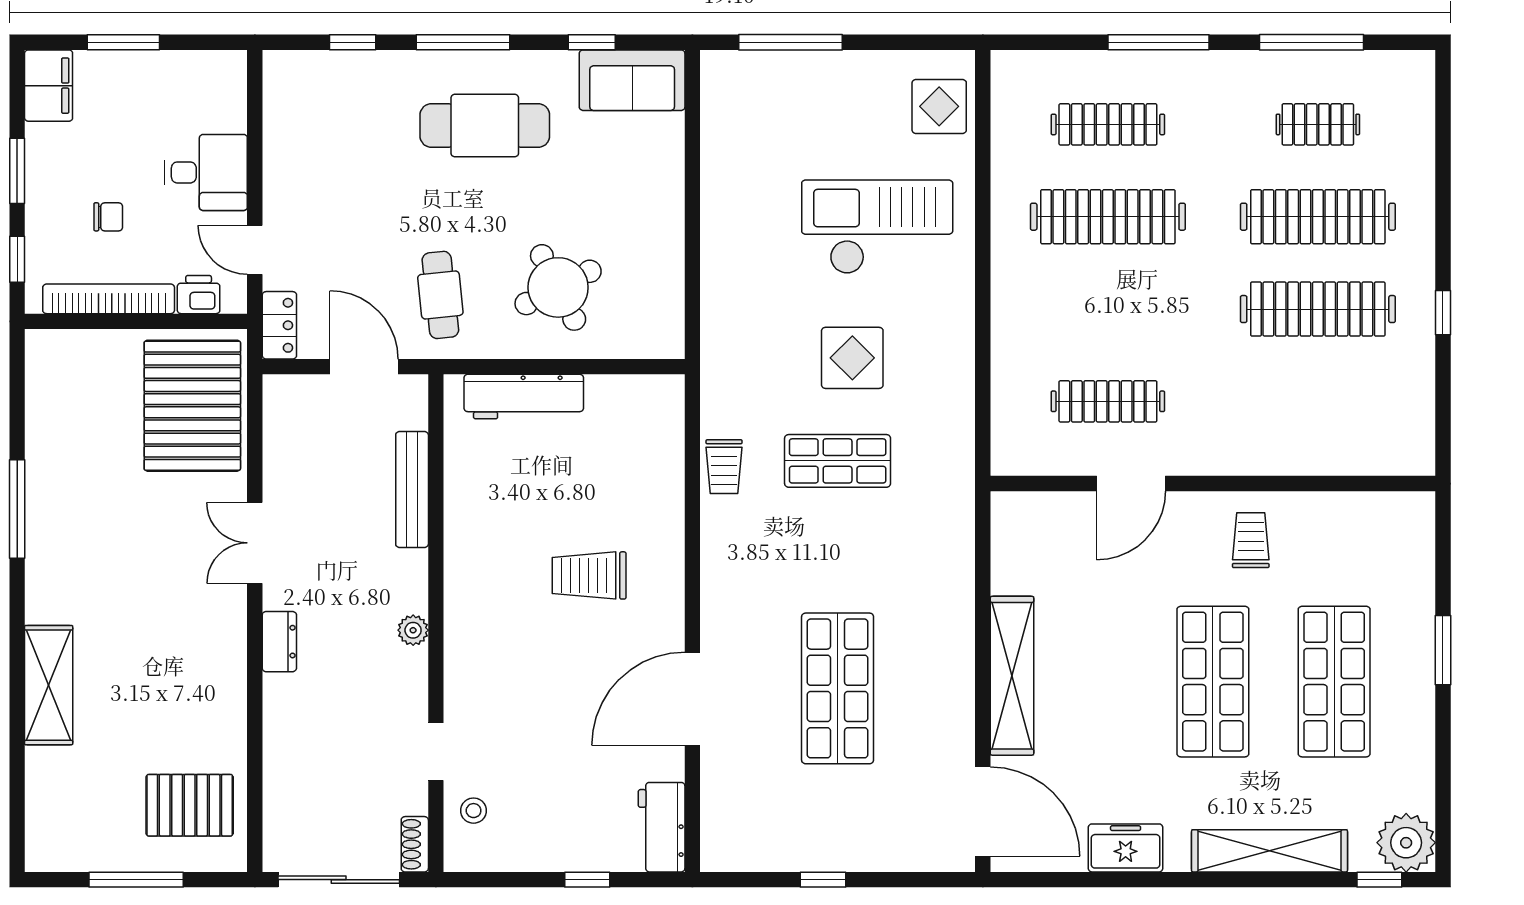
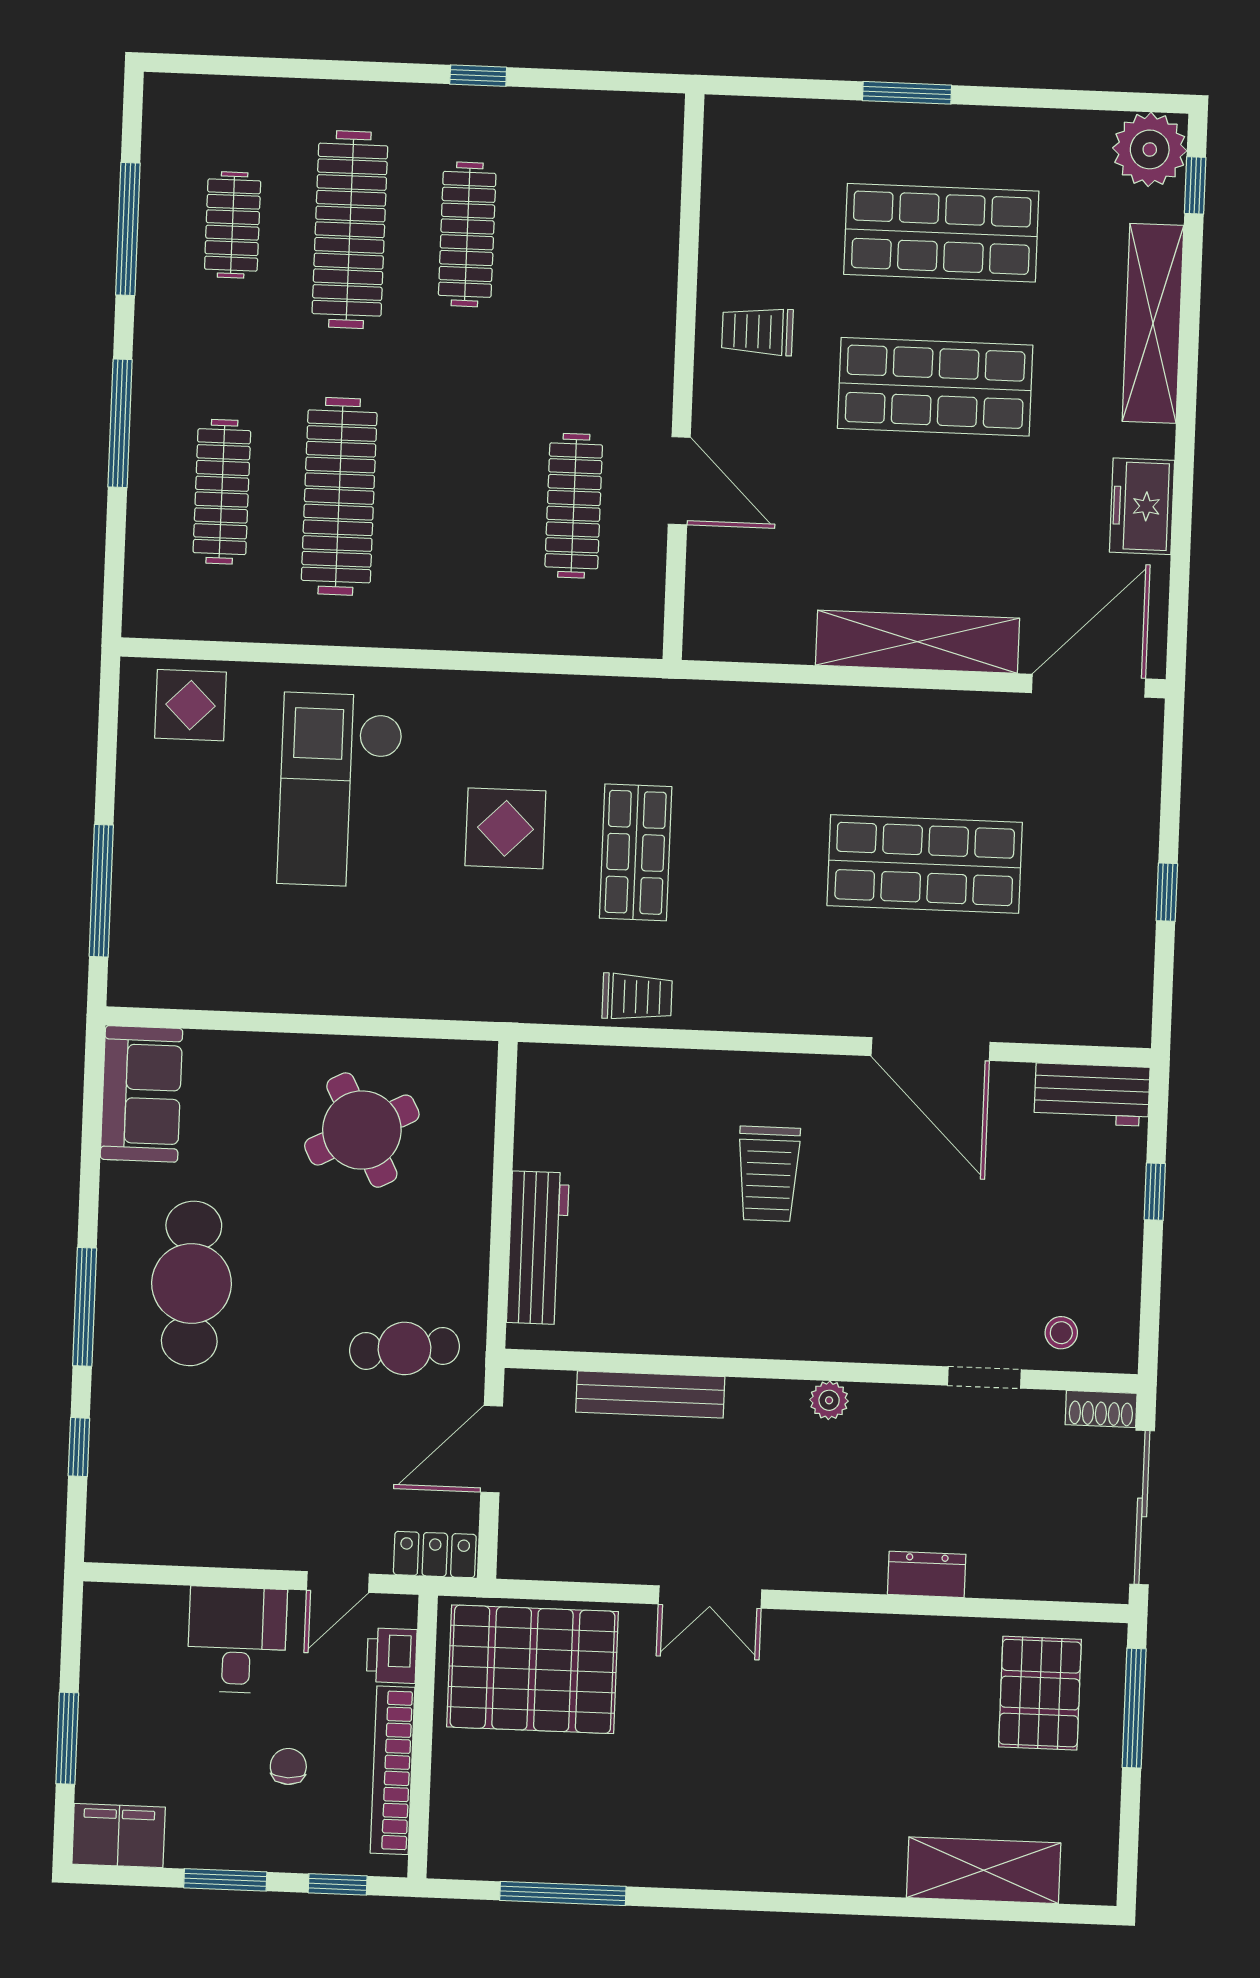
window: (592, 42) -> (91, 1143), removed
round table: (558, 287) -> (362, 1130), moved
clothes rail: (1318, 309) -> (467, 234), width x0.73, depth x0.76
window: (17, 509) -> (563, 1893), moved
dresser: (279, 642) -> (927, 1574), moved
shelving: (49, 685) -> (984, 1870), moved
window: (136, 880) -> (1134, 1708), moved

